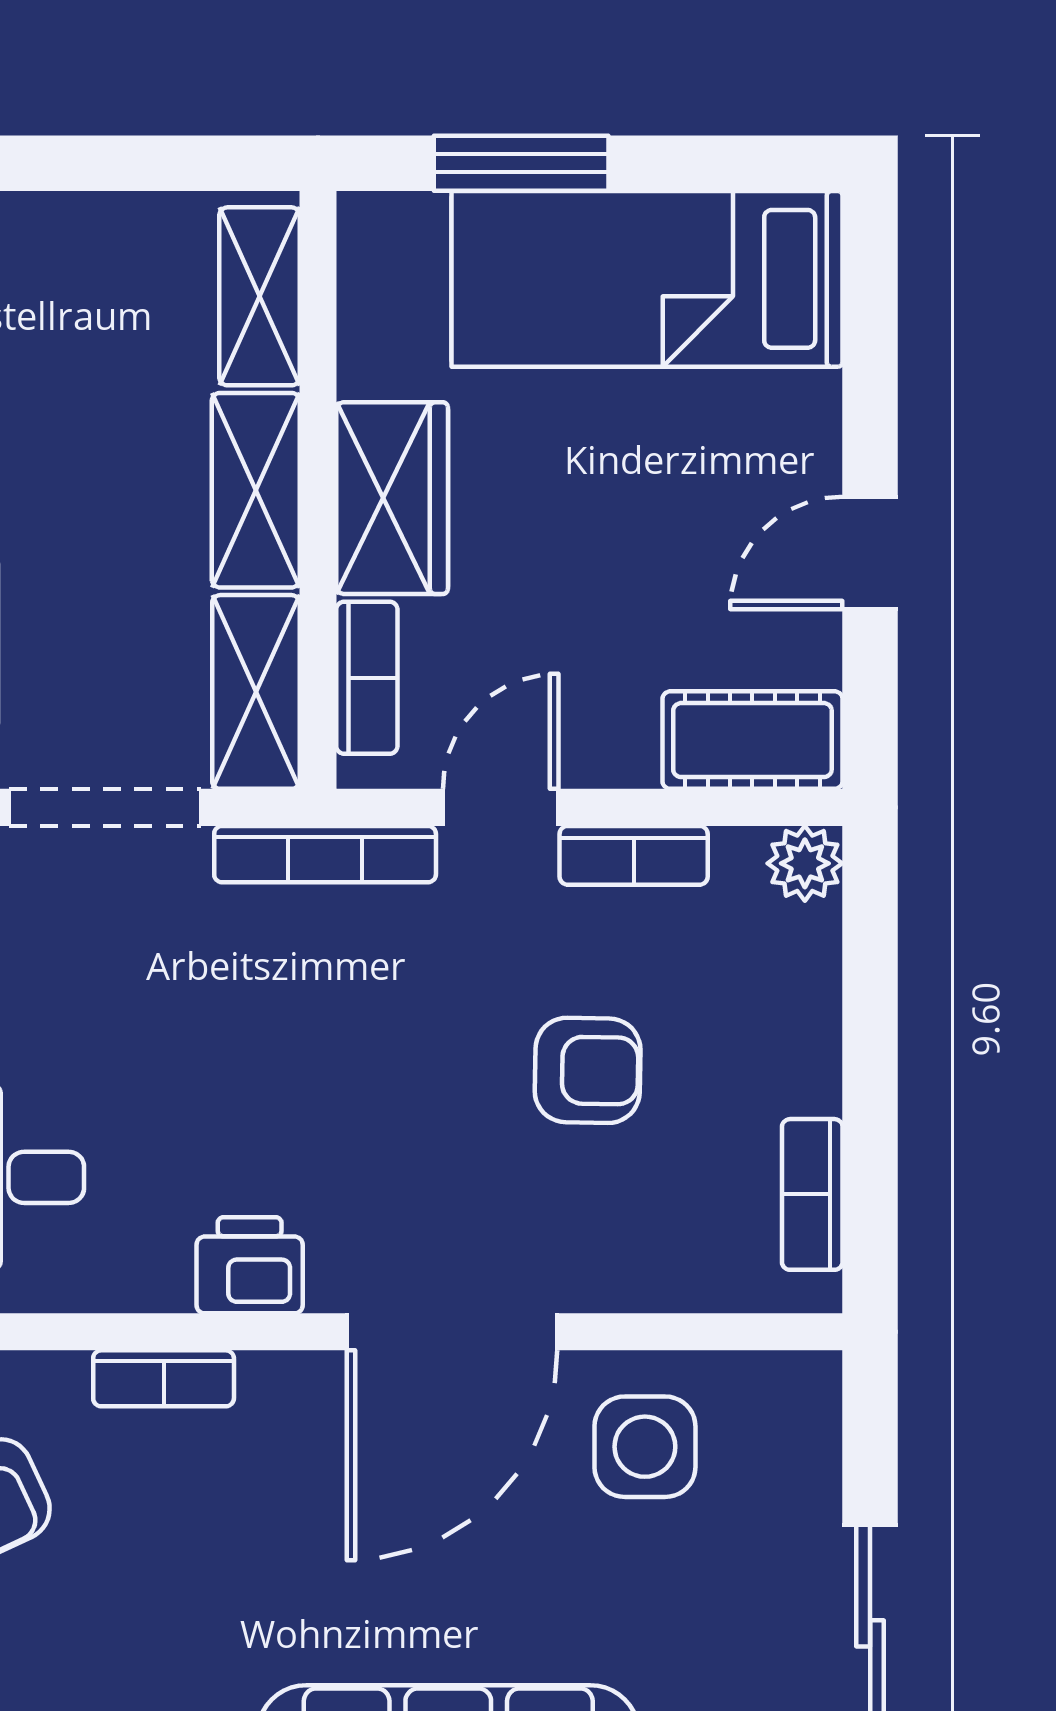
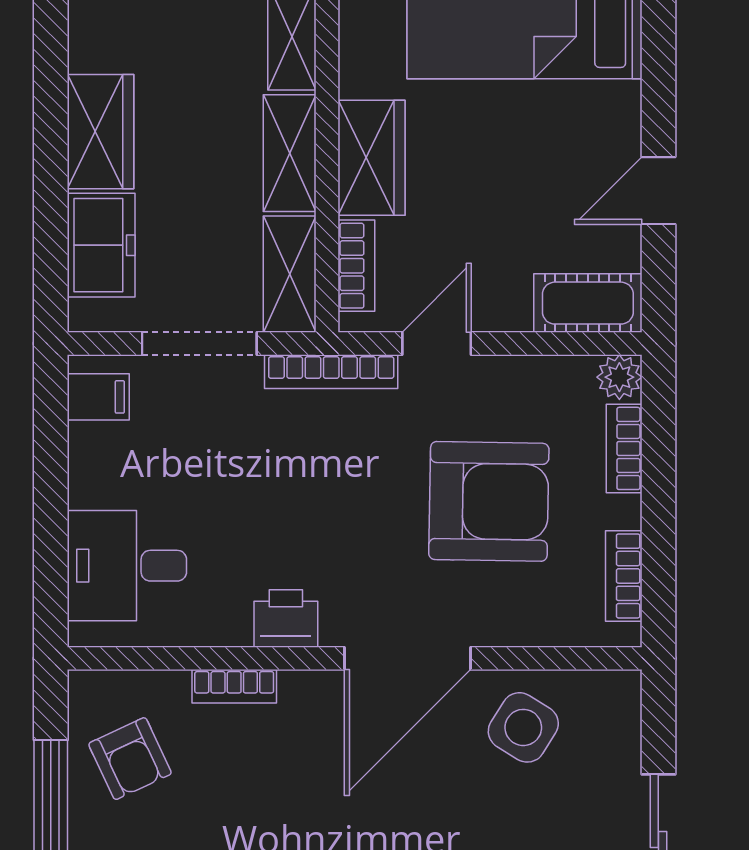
bookcase: (634, 855) -> (624, 448), moved, turned 90
armchair: (588, 1070) -> (489, 501), width x1.88, depth x1.88
side table: (645, 1447) -> (523, 727), turned 32

